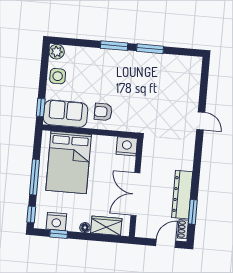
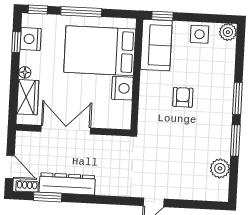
plant: (174, 63) -> (220, 168), added
armchair: (103, 112) -> (183, 97), moved
nightstand: (127, 146) -> (122, 88), moved

